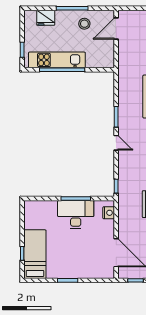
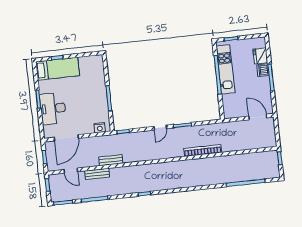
dishwasher: (63, 17) -> (263, 70), added
stool: (84, 24) -> (259, 89), removed
desk: (76, 214) -> (53, 108), moved, turned 180

